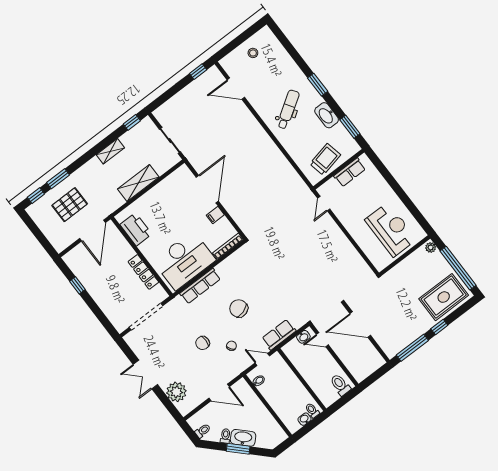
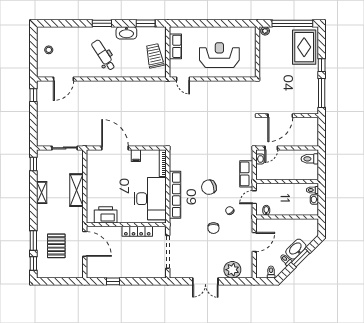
reception desk: (391, 230) -> (219, 55), moved
row of seats: (200, 286) -> (175, 195), width x1.36

